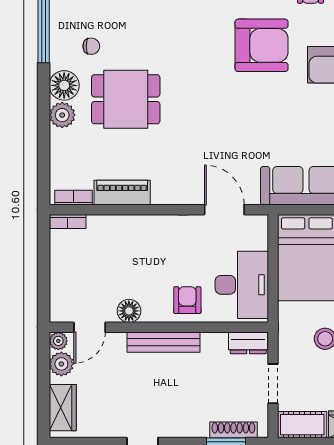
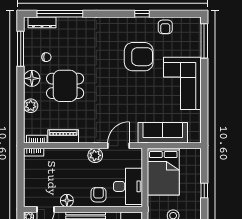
plant: (62, 115) -> (31, 106), moved
door: (224, 210) -> (119, 146), hinge flipped
plant: (181, 228) -> (95, 155), added

